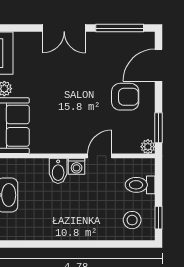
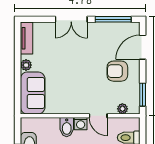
armchair: (125, 97) -> (117, 71), turned 180
plant: (148, 147) -> (122, 109), moved
door: (100, 156) -> (98, 116), swing flipped

